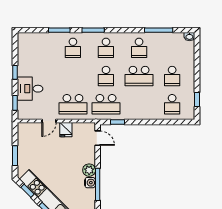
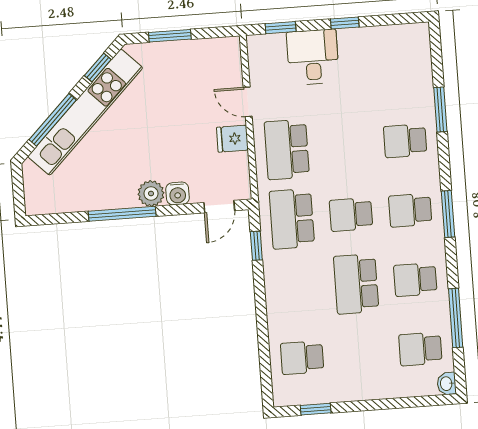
window: (93, 30) -> (448, 214), moved
school desk: (172, 76) -> (420, 349), moved
water cooler: (90, 183) -> (178, 194), moved

